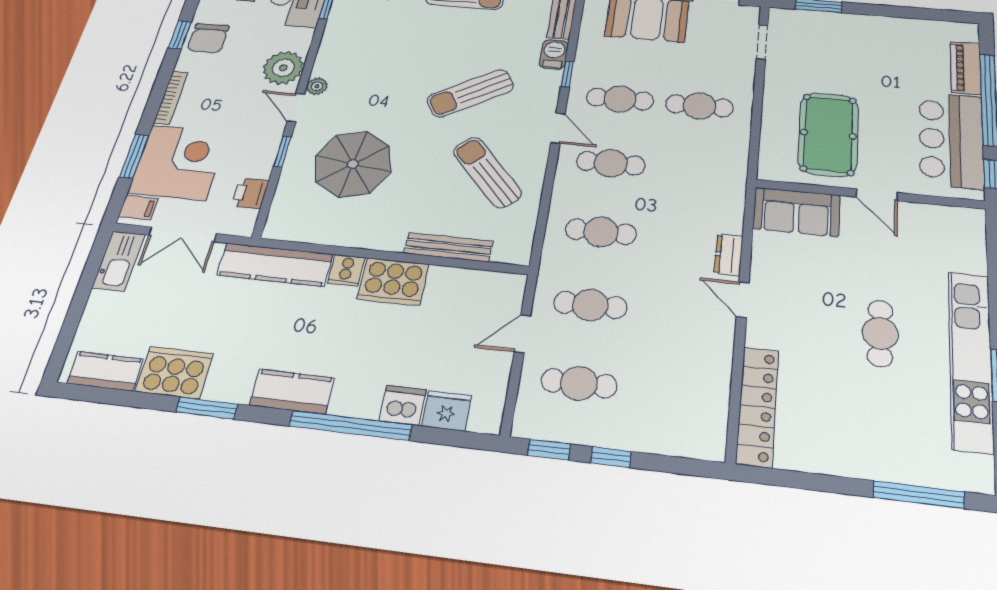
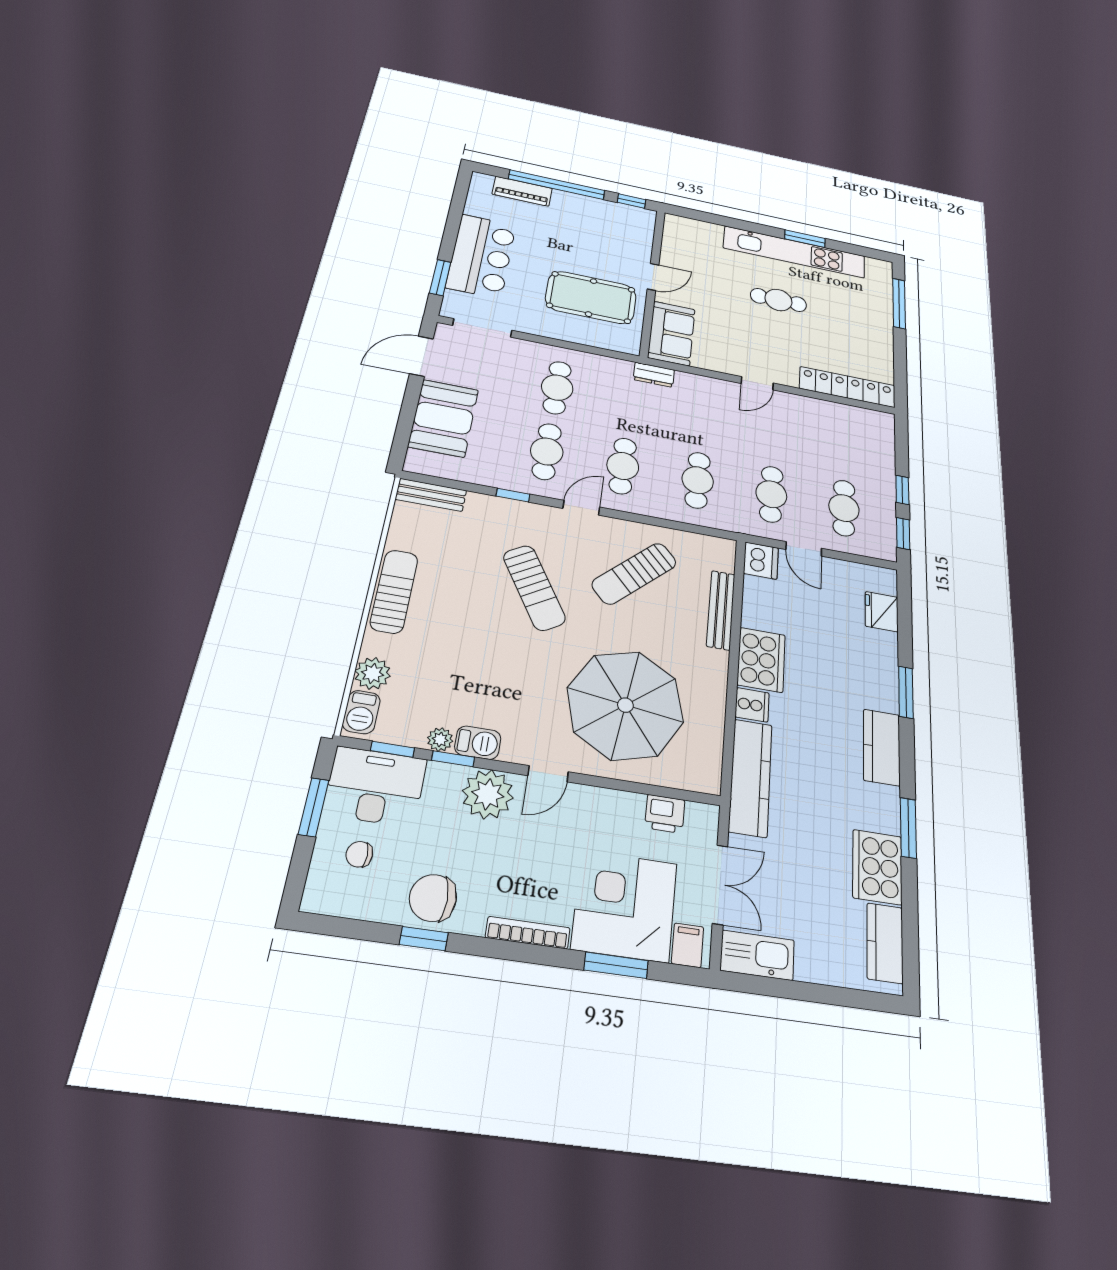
chair: (208, 38) -> (433, 898), turned 180
doorway: (762, 42) -> (482, 328), width x1.38
barbecue: (554, 54) -> (478, 743), moved, turned 180
plant: (317, 86) -> (440, 739), moved
bar counter: (951, 140) -> (481, 256), moved, turned -90
window: (282, 152) -> (453, 759), moved
parasol: (353, 164) -> (625, 705), width x1.36, depth x1.36
dresser: (729, 255) -> (654, 375), moved
dishwasher: (403, 405) -> (761, 561), moved, turned 180
window: (350, 425) -> (906, 692), width x0.47

